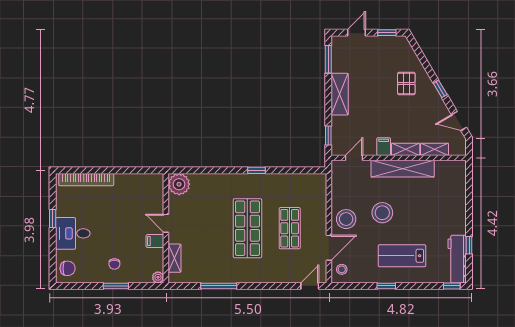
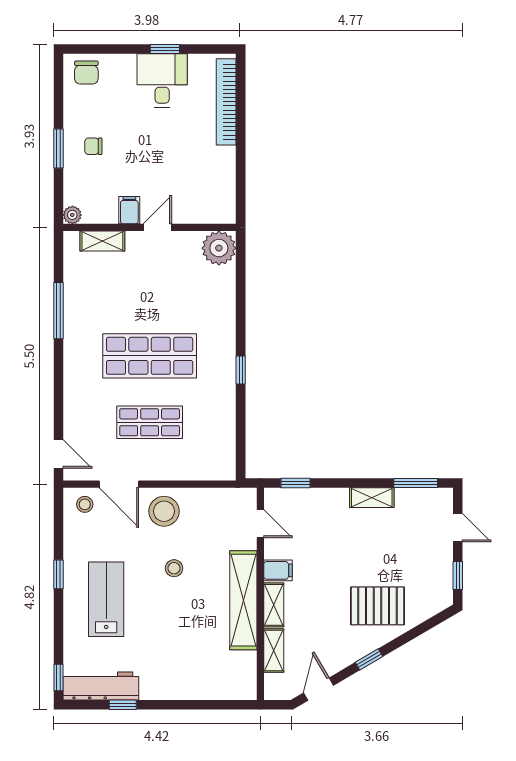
pallet: (406, 83) -> (377, 606), width x1.50, depth x1.42
shelving: (340, 94) -> (372, 498), width x0.67, depth x0.75
stool: (382, 213) -> (174, 568), width x0.53, depth x0.53
desk: (73, 233) -> (162, 81), moved

